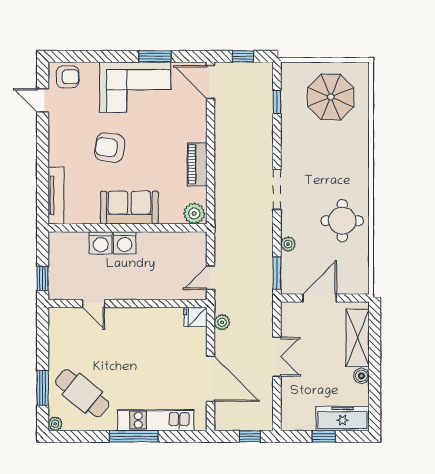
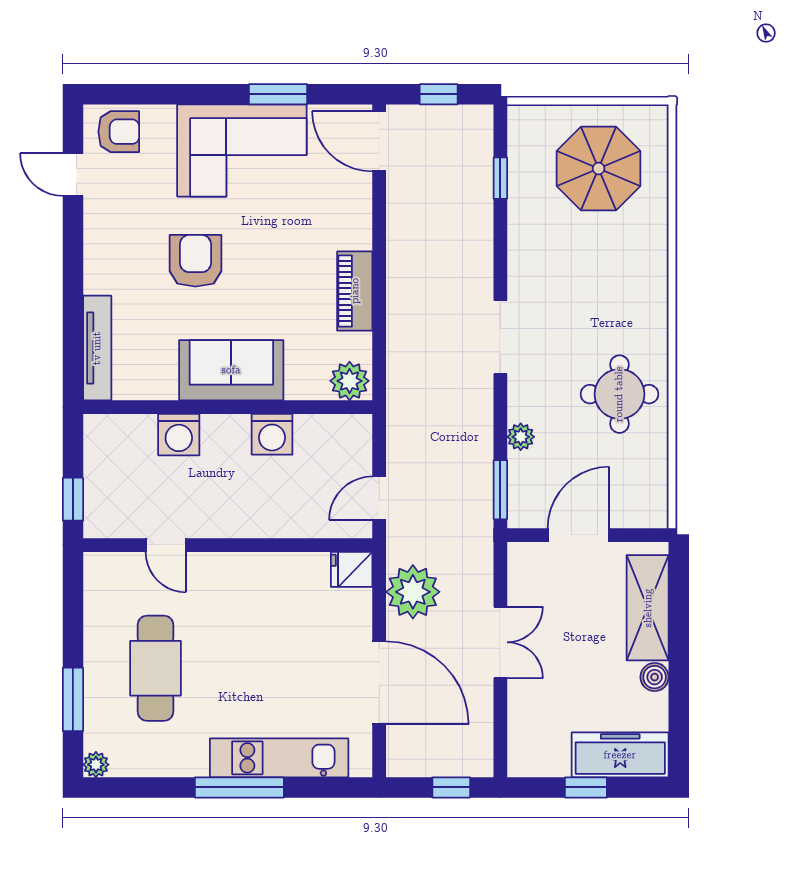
armchair: (110, 148) -> (195, 261), turned 82
washing machine: (125, 243) -> (272, 434), moved
plant: (222, 322) -> (413, 592), width x1.88, depth x1.88
cafe table: (82, 393) -> (155, 668), moved, turned 51

